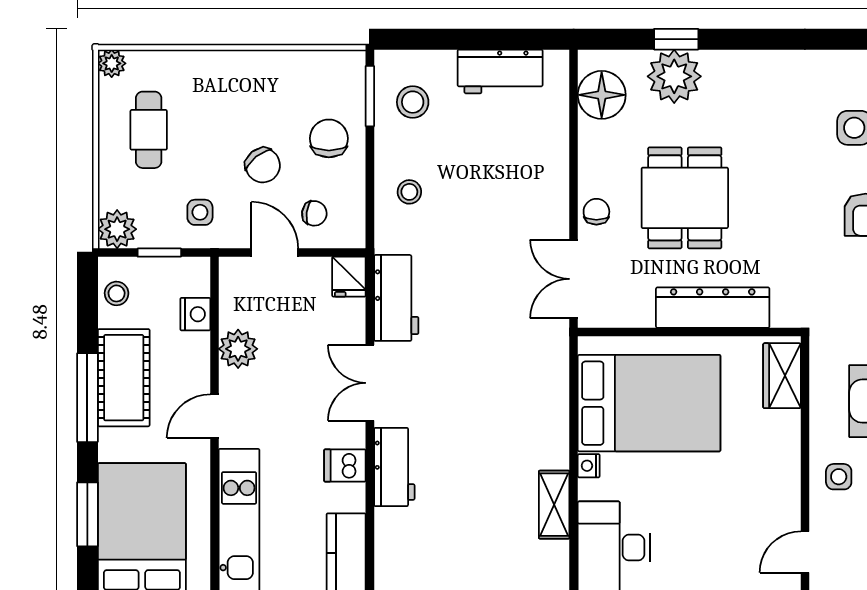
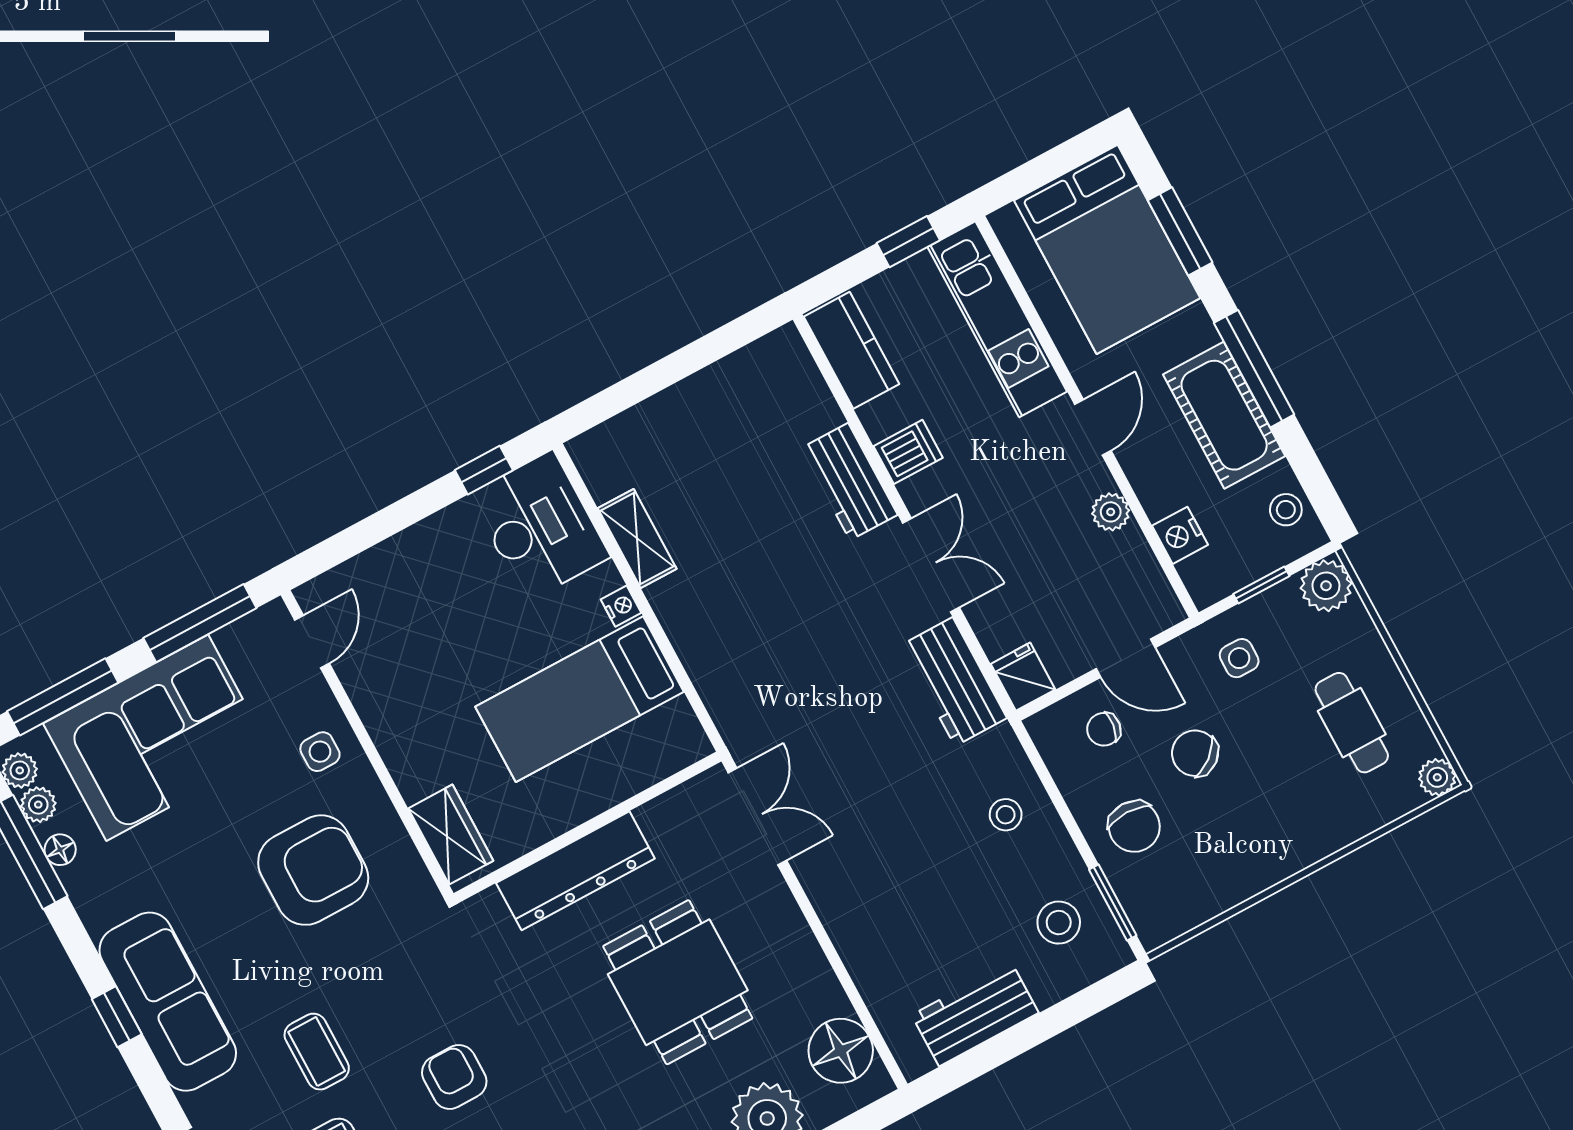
chair: (596, 212) -> (773, 910), removed
plant: (238, 349) -> (1111, 512), width x0.73, depth x0.73
bed: (649, 403) -> (579, 699), width x0.67

